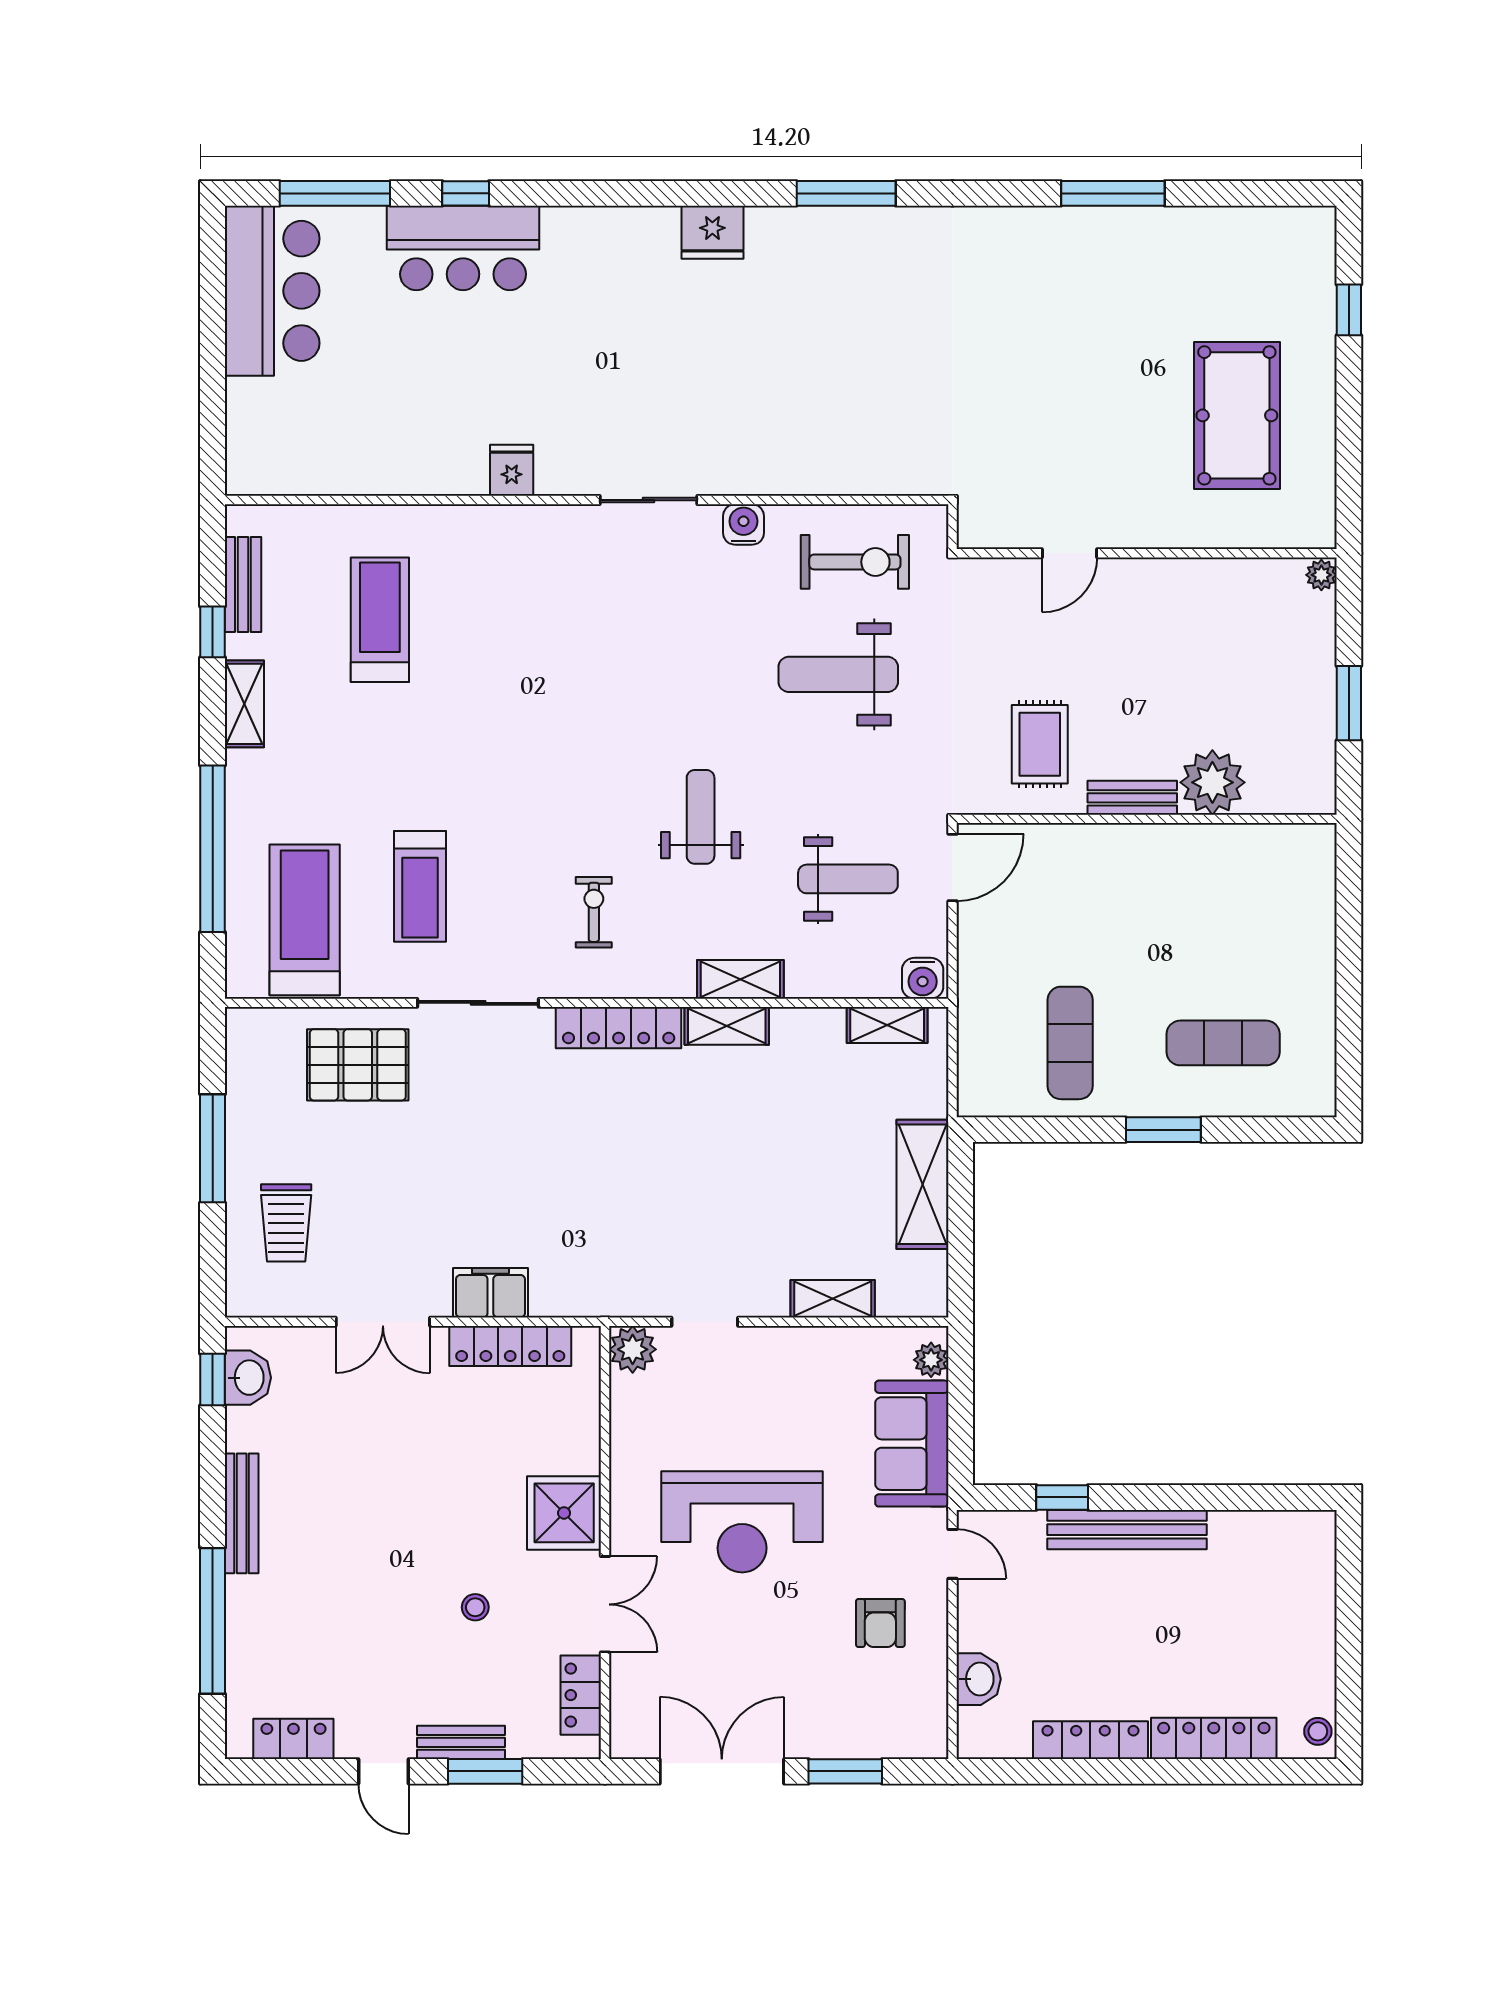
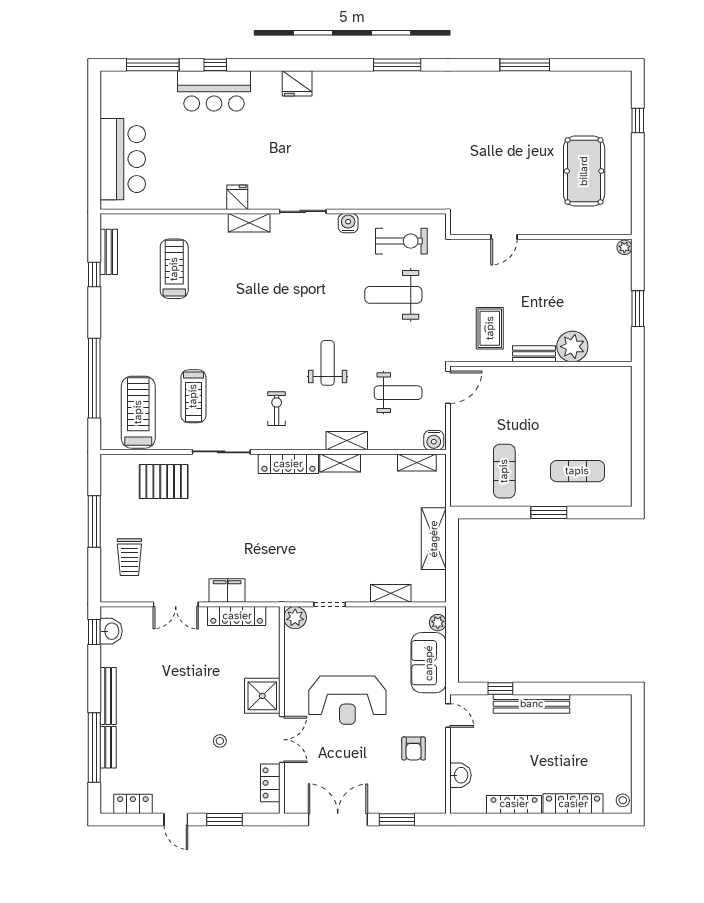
fridge: (712, 232) -> (297, 83), moved
bar counter: (272, 291) -> (123, 159), moved
shelving: (244, 704) -> (249, 223), moved, turned 90
bench: (461, 1742) -> (108, 747), moved, turned 90

